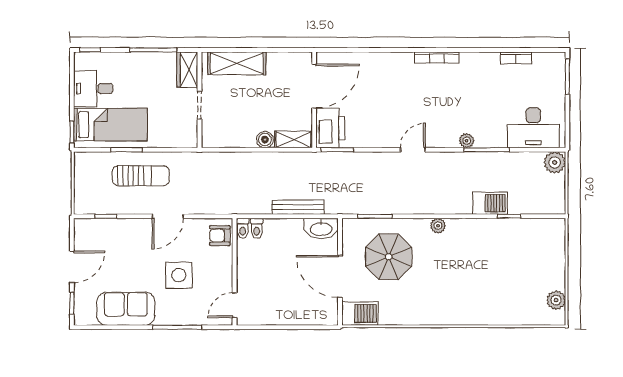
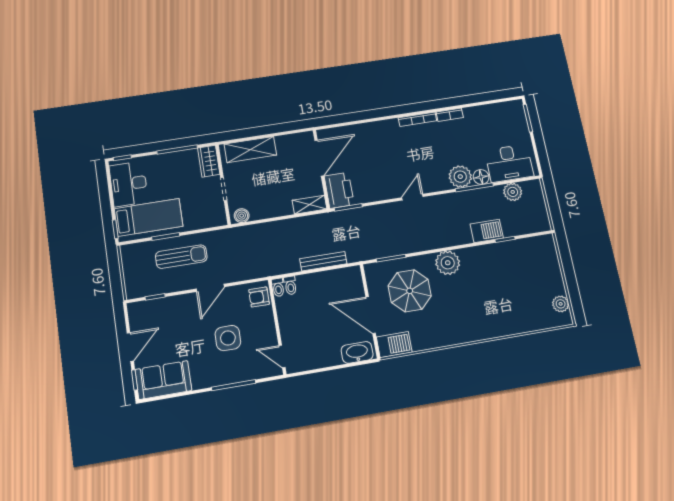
bookcase: (516, 58) -> (450, 115), moved
desk: (93, 89) -> (129, 184), width x1.37
floor lamp: (497, 139) -> (481, 177), added
boiler: (265, 140) -> (242, 216), moved
plant: (467, 141) -> (460, 177), width x1.87, depth x1.87
plant: (555, 162) -> (513, 192), moved
plant: (438, 226) -> (448, 263), width x1.88, depth x1.88
washbasin: (321, 229) -> (357, 352), moved, turned 180
door: (235, 305) -> (282, 356), hinge flipped
sofa: (126, 309) -> (163, 380), moved

